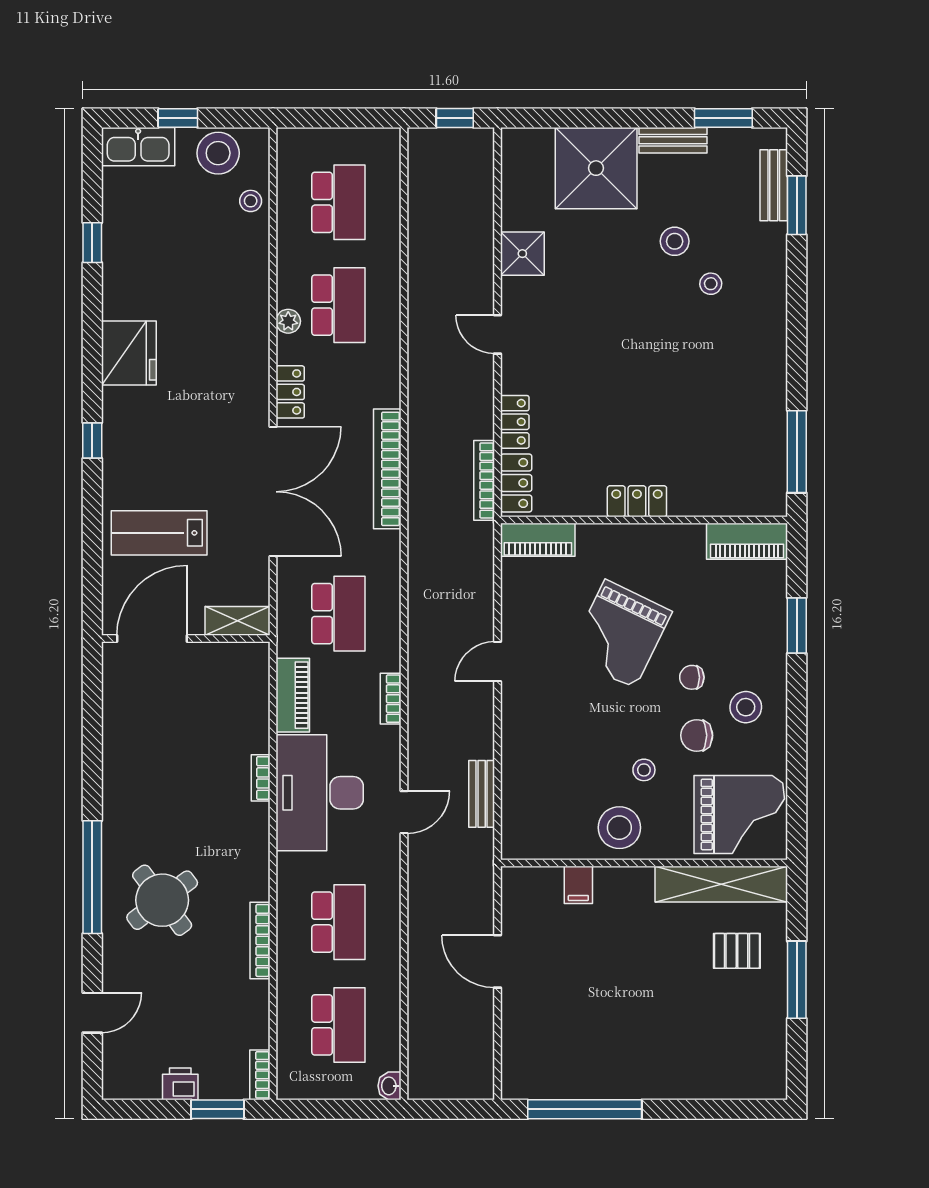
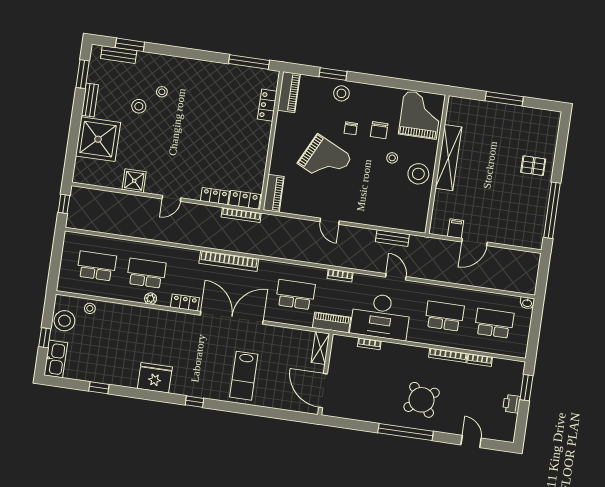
locker: (637, 501) -> (267, 105), moved
shelving: (238, 621) -> (320, 348), moved
door: (152, 639) -> (323, 391), moved
wall: (186, 639) -> (325, 374), moved
stool: (746, 707) -> (341, 93), moved
shelving: (721, 884) -> (449, 158), moved
filing cabinet: (578, 885) -> (456, 229), moved, turned -90
pallet: (737, 951) -> (533, 166), moved, turned 90
bookcase: (260, 1075) -> (480, 360), moved

